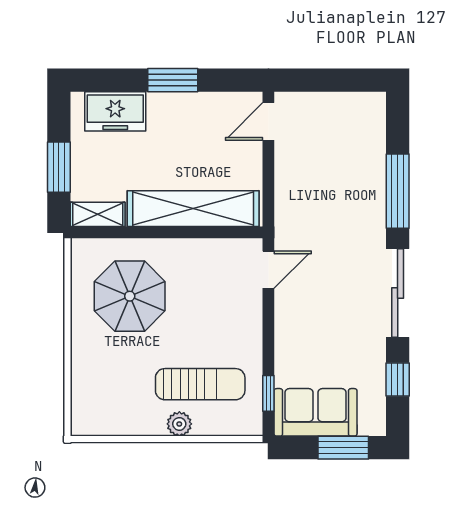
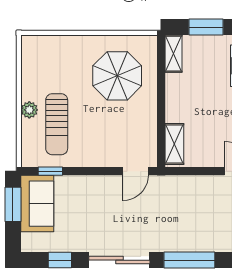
shelving: (193, 209) -> (174, 144), width x0.45, depth x0.75
door: (268, 270) -> (136, 171), hinge flipped
window: (343, 448) -> (13, 204), moved

